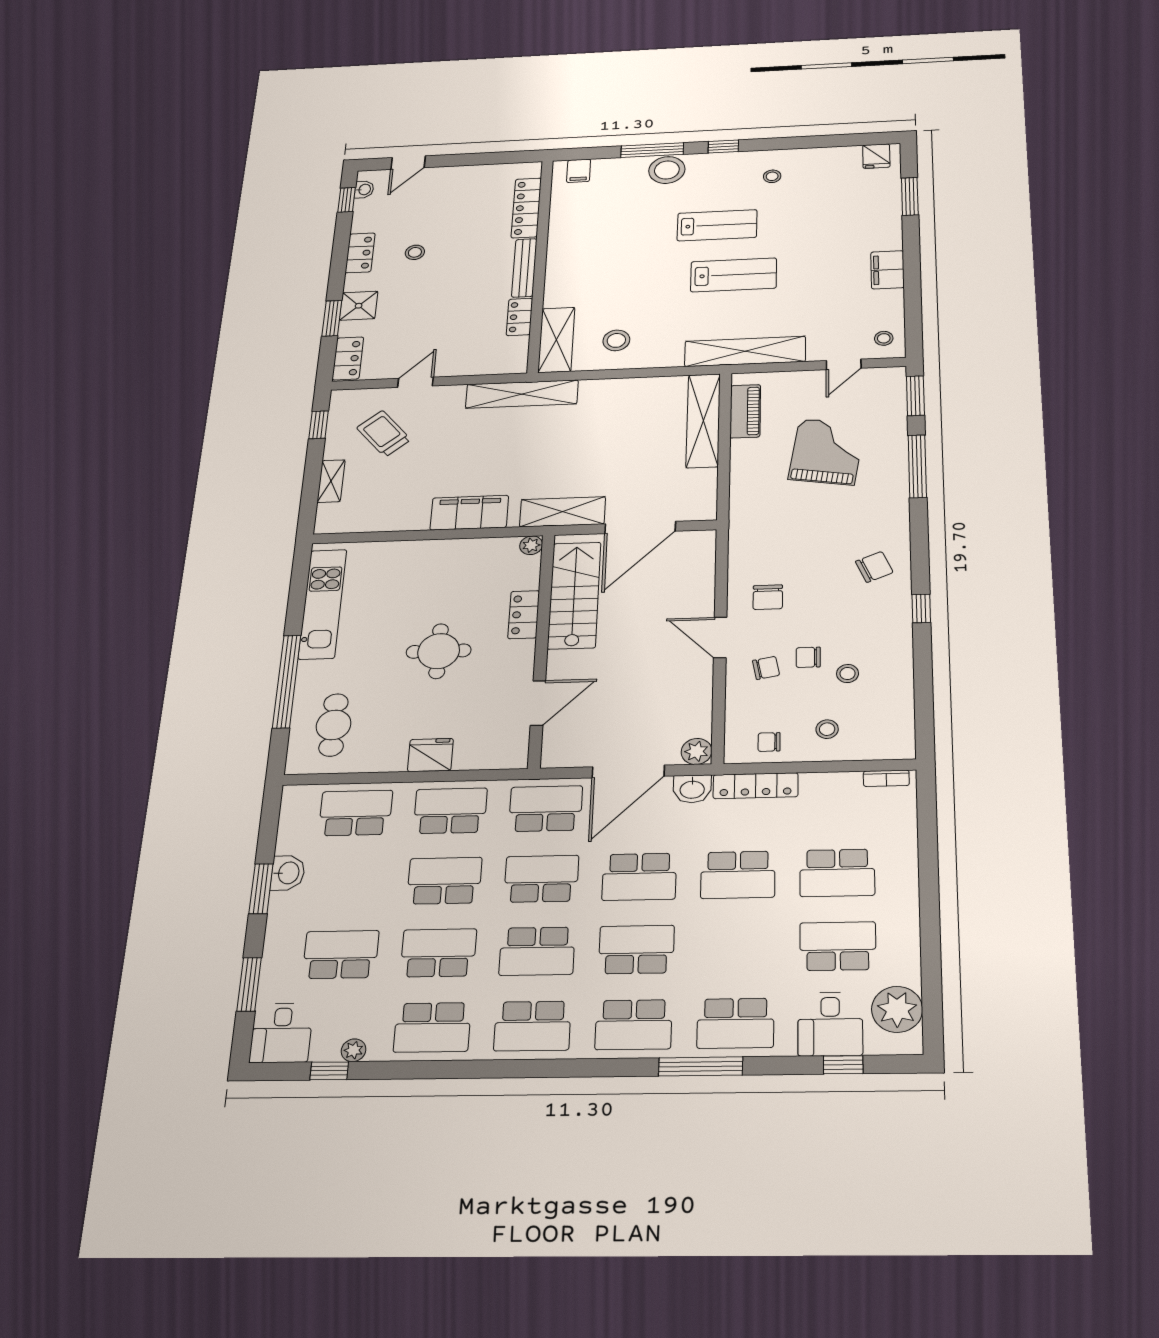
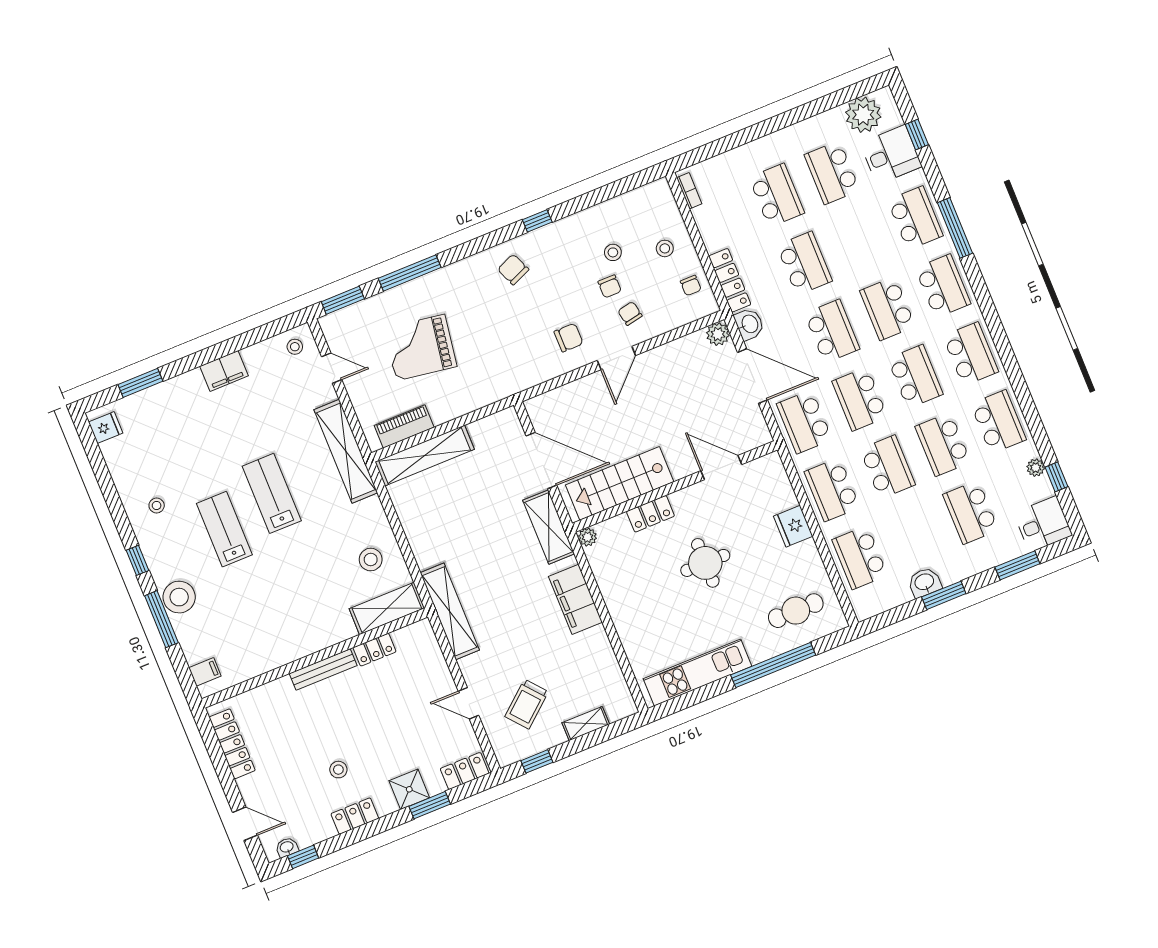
locker: (526, 208) -> (232, 744), moved, turned -90
school desk: (444, 881) -> (887, 467), turned 180

